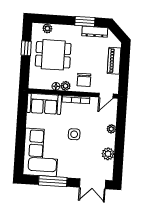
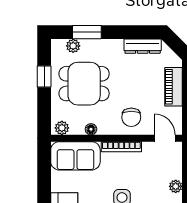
window: (85, 21) -> (87, 32), moved
plant: (66, 86) -> (62, 128), moved
door: (106, 96) -> (165, 138), swing flipped

